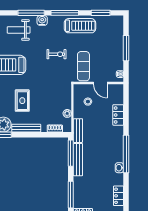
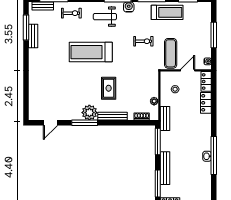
door: (100, 83) -> (188, 70), swing flipped
window: (126, 154) -> (214, 155), moved
bench: (78, 160) -> (165, 168), moved
locker: (119, 196) -> (206, 81), moved

